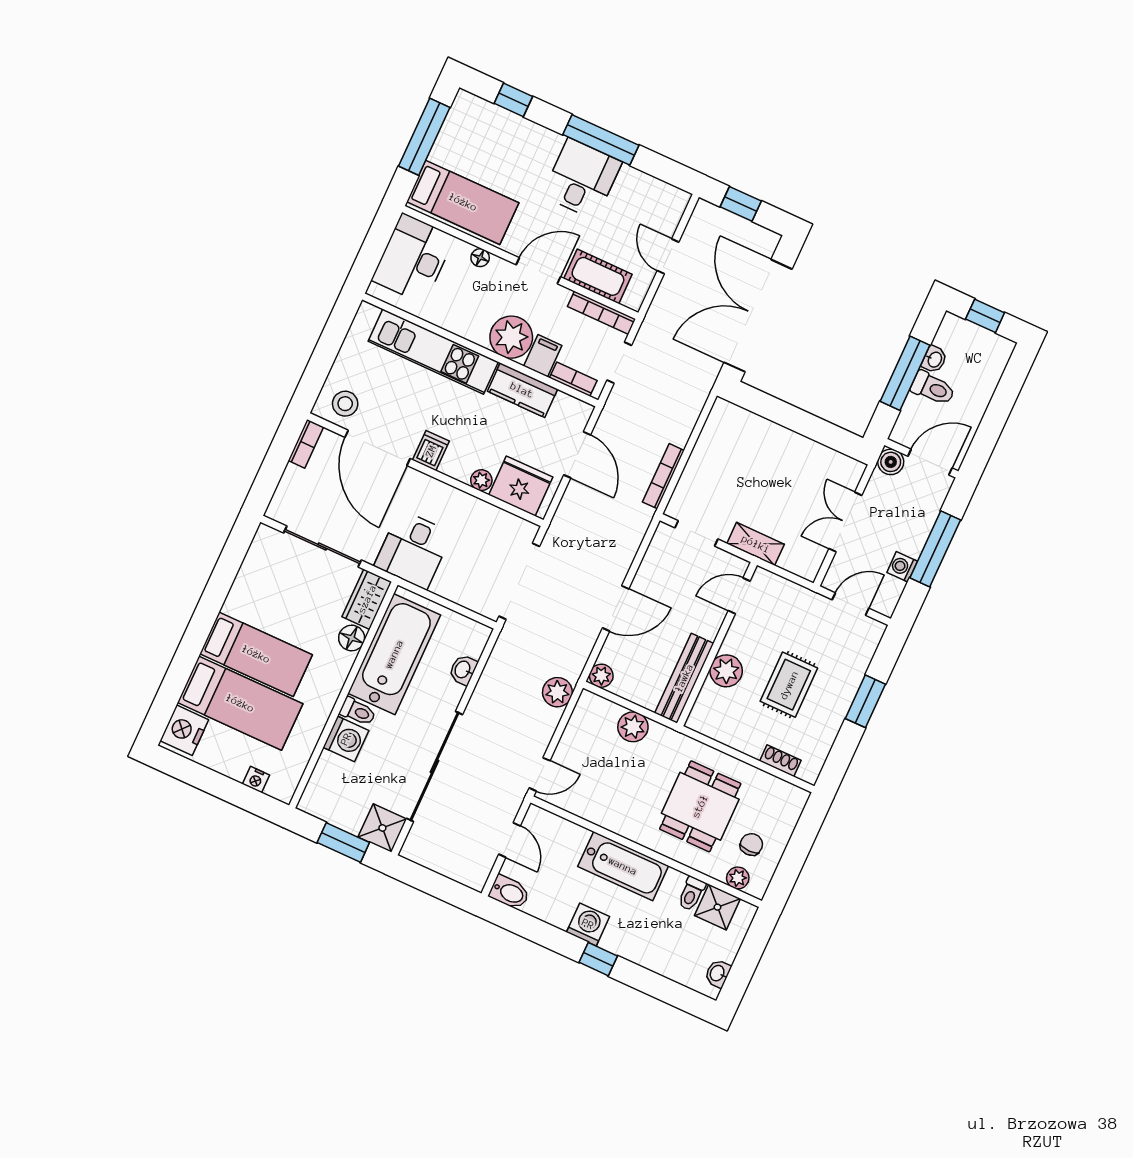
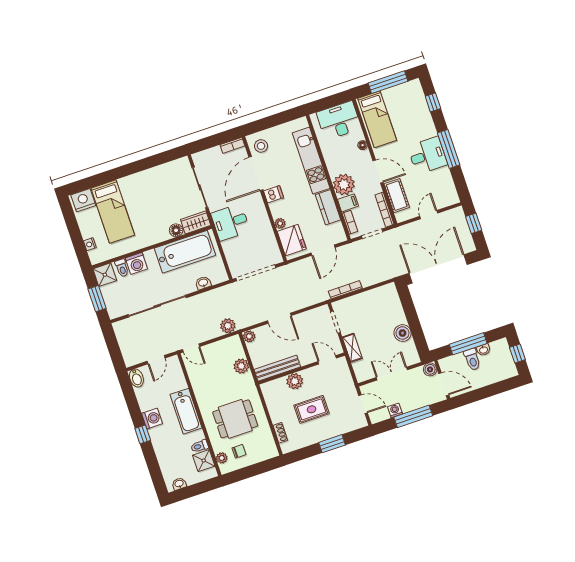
boiler: (802, 452) -> (403, 333), added
bed: (256, 654) -> (137, 200), removed
toilet: (358, 712) -> (122, 268), moved
shower: (382, 828) -> (105, 275), moved

